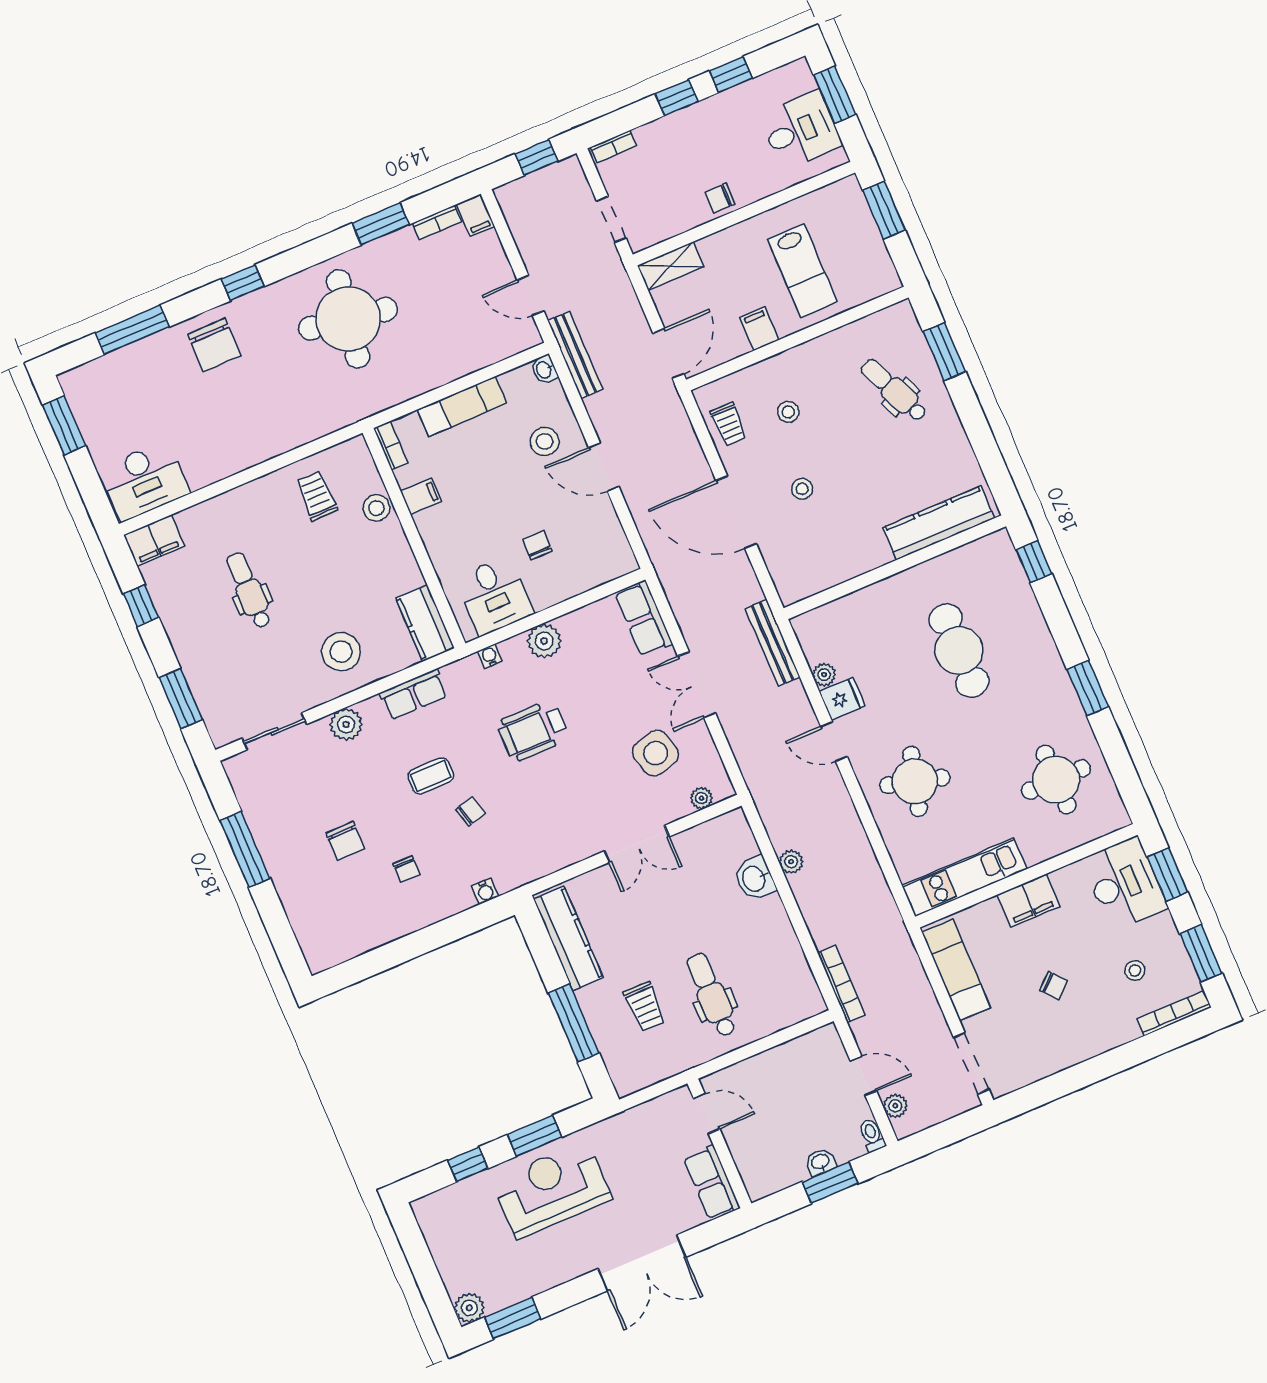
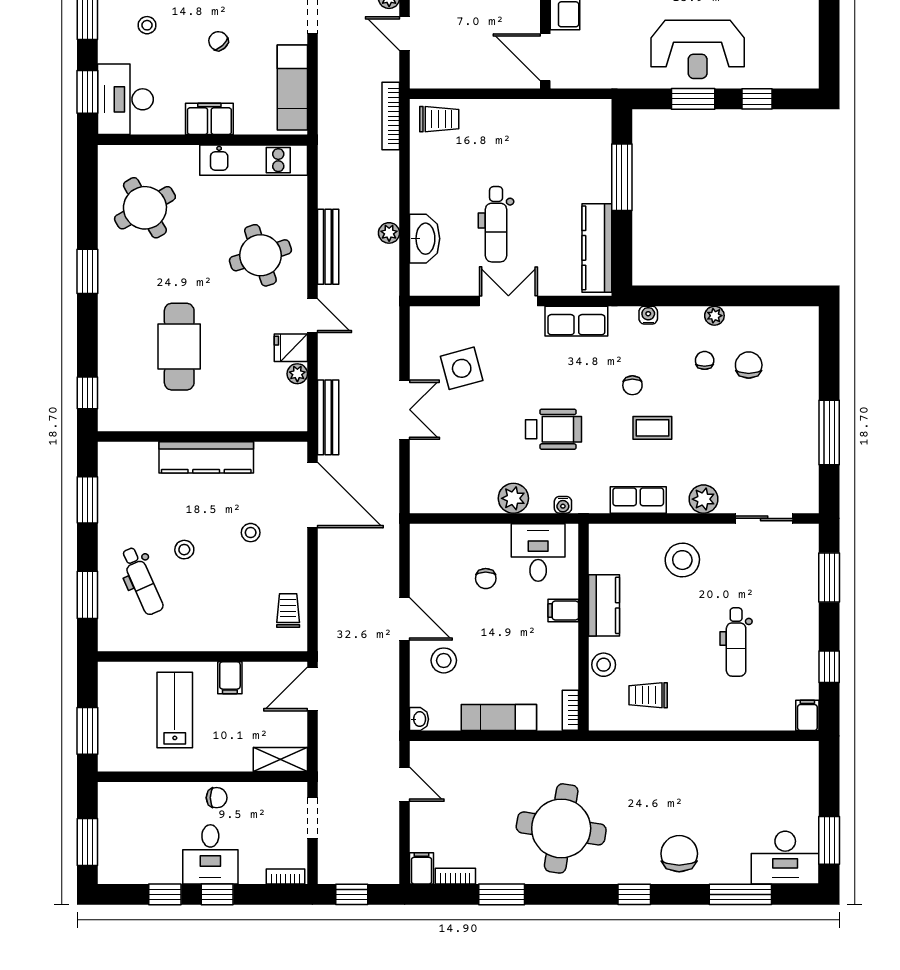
desk: (801, 130) -> (210, 854), moved, turned -90
bench: (575, 355) -> (328, 247), moved
stool: (788, 412) -> (184, 550), moved
window: (986, 450) -> (87, 500), added
desk: (144, 481) -> (785, 858), moved, turned 180
trolley: (317, 496) -> (648, 695), turned 90
filing cabinet: (421, 496) -> (563, 611), moved
door: (736, 512) -> (312, 495), moved
kitchen counter: (939, 523) -> (206, 457), moved
filing cabinet: (154, 541) -> (807, 715), width x0.50
row of seats: (644, 619) -> (576, 321), moved, turned 90
kitchen counter: (425, 623) -> (604, 605), moved
round table: (1056, 780) -> (145, 208), turned -30
round table: (915, 781) -> (260, 255), turned -33
plant: (701, 798) -> (714, 316), moved
chair: (470, 811) -> (632, 385), turned -75
chair: (345, 841) -> (749, 365), moved
washbasin: (755, 879) -> (425, 239), width x1.38
dental chair: (712, 995) -> (496, 224), moved
trolley: (645, 1007) -> (439, 119), moved, turned 90
door: (707, 1114) -> (545, 57), width x1.38

